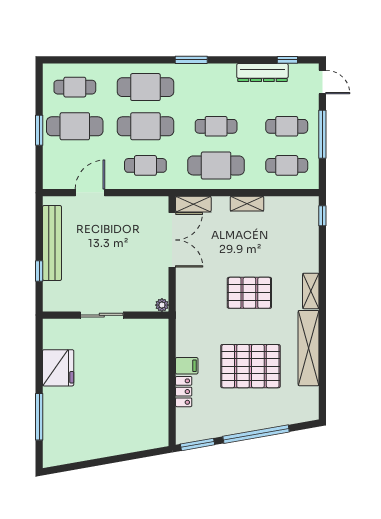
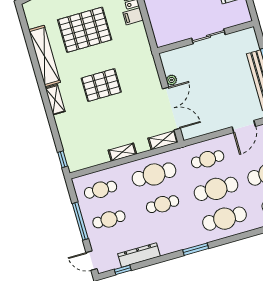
double door: (172, 240) -> (171, 109), swing flipped
plant: (162, 305) -> (172, 80), moved

